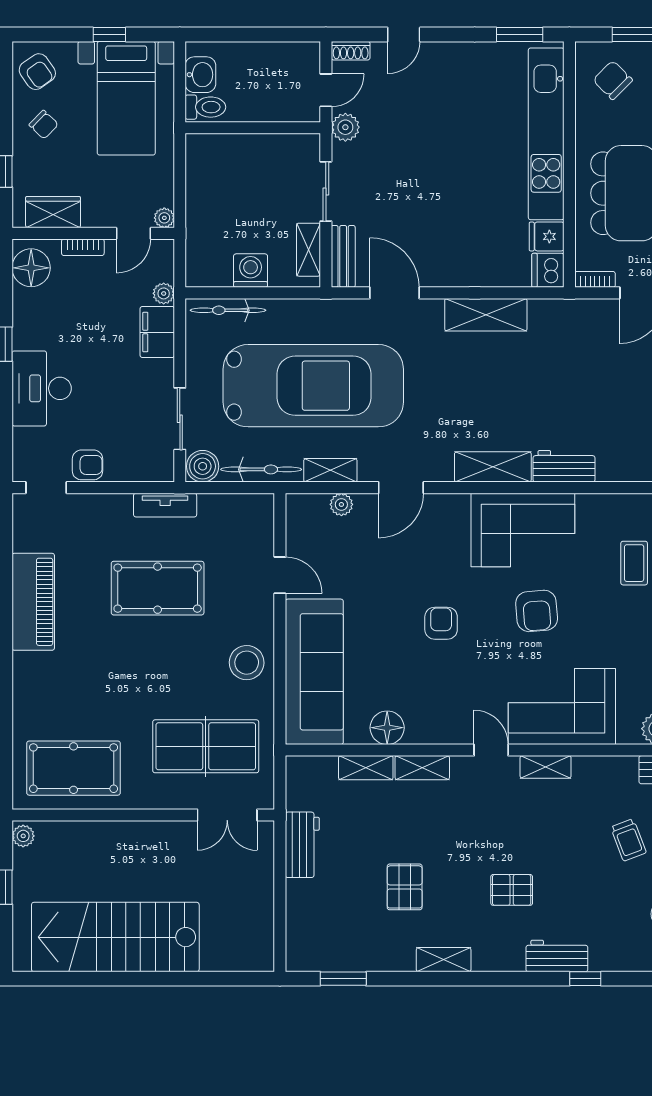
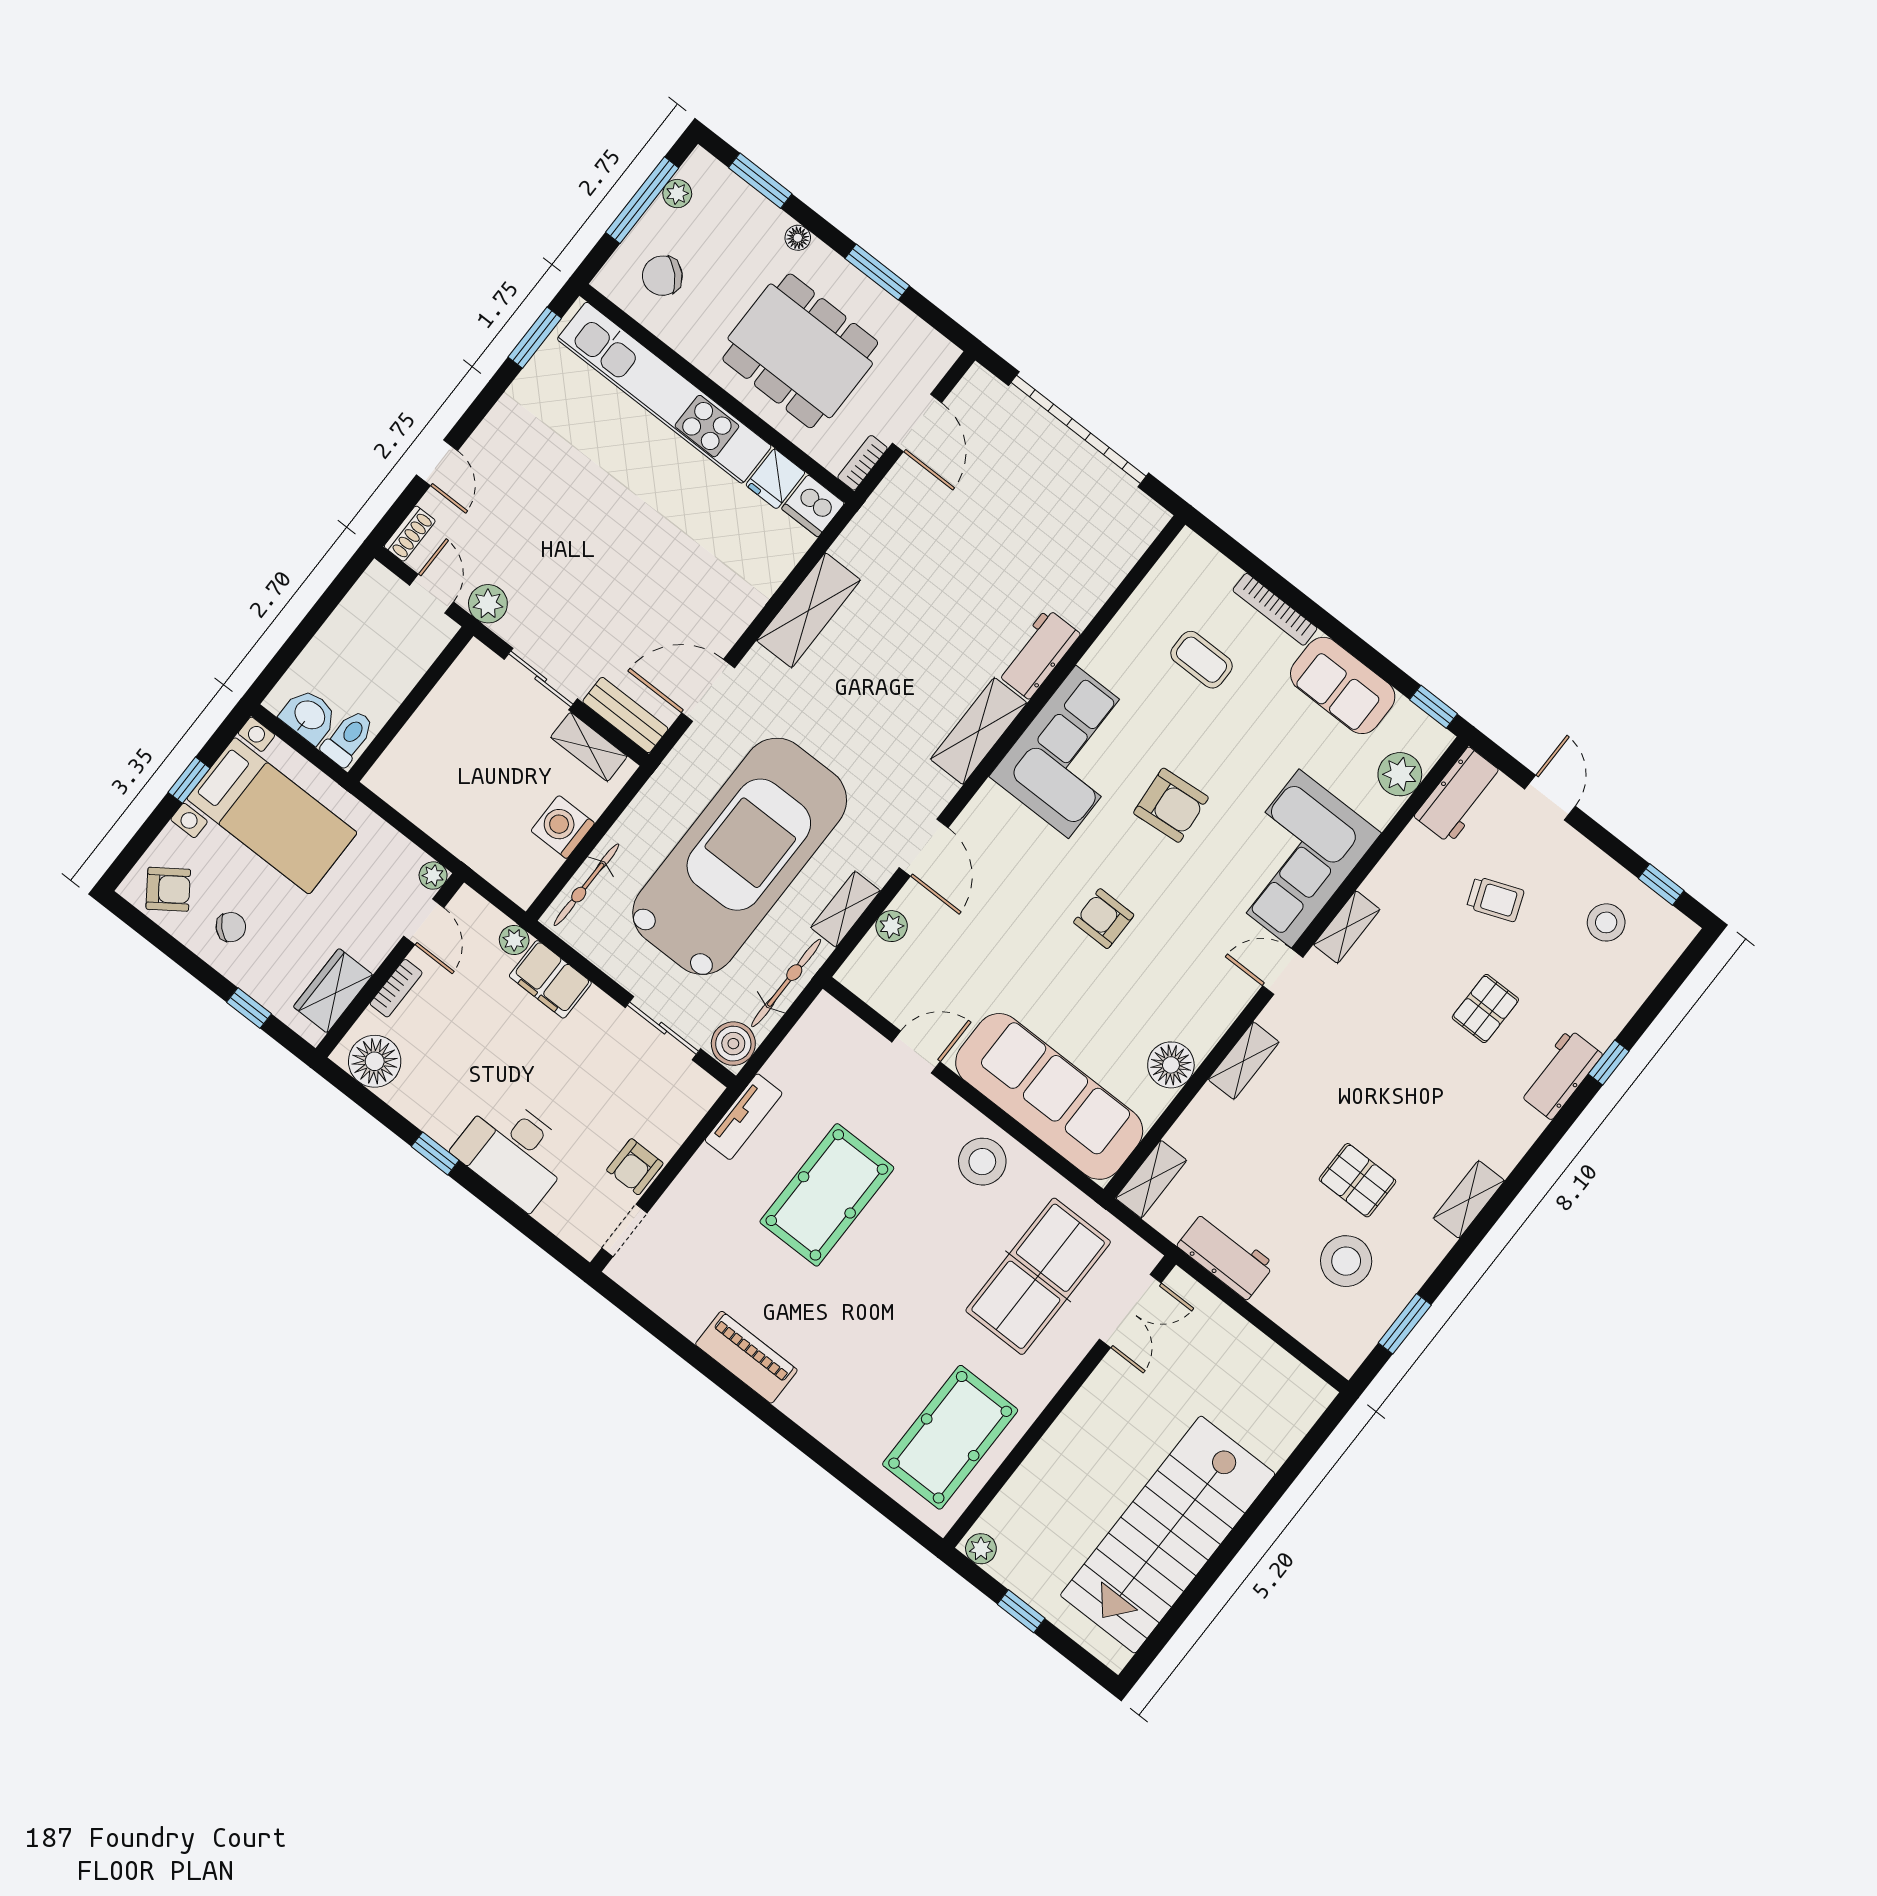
armchair: (87, 465) -> (635, 1167), turned 180
piano: (33, 602) -> (746, 1357), width x0.73, depth x0.75
shelving: (366, 768) -> (1151, 1179), moved
pallet: (512, 890) -> (1485, 1009), moved
stool: (353, 917) -> (1346, 1261), added

